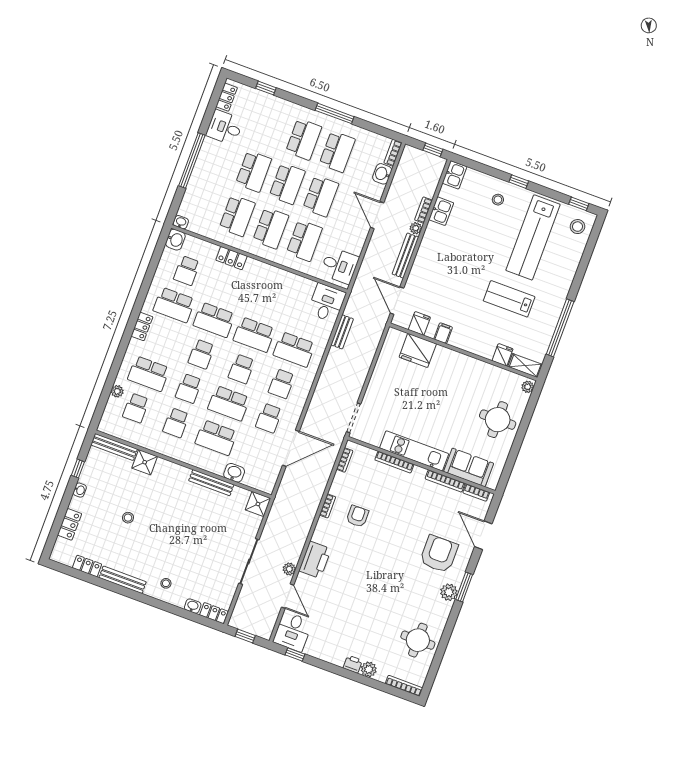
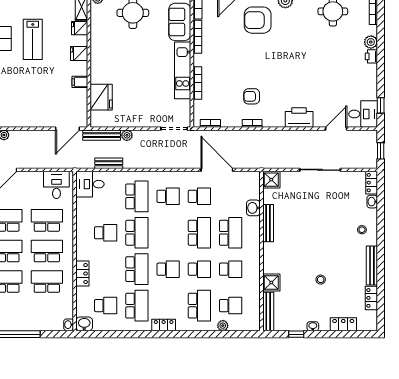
bench: (405, 256) -> (102, 135), moved
fridge: (419, 323) -> (79, 54), moved
school desk: (241, 369) -> (106, 233), moved
plant: (289, 569) -> (127, 135), moved

